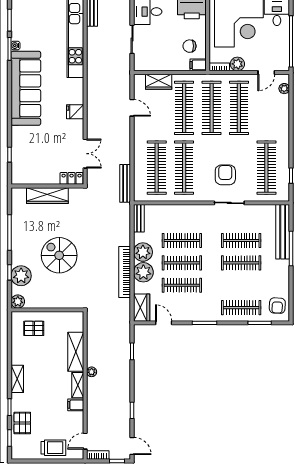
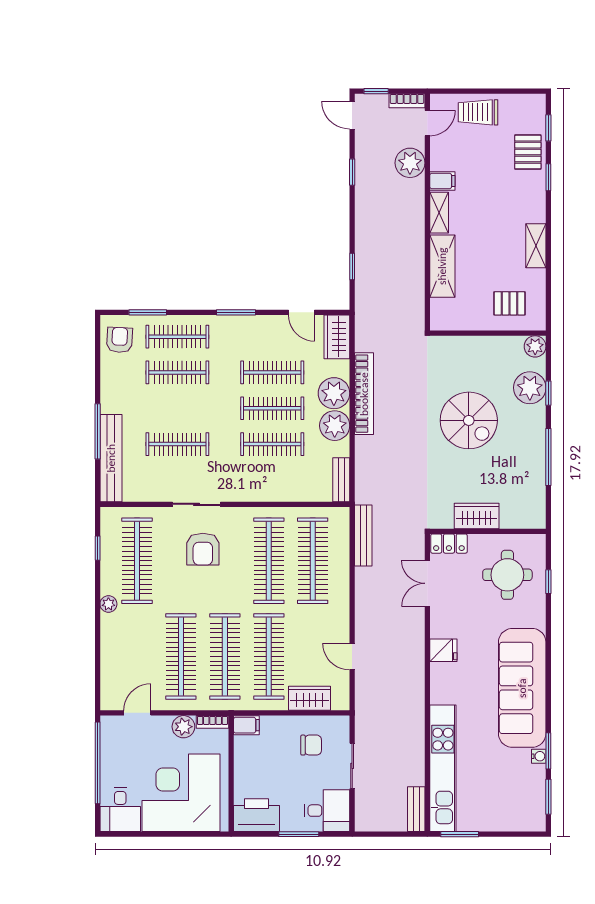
chair: (189, 46) -> (311, 745), moved
plant: (284, 89) -> (108, 604), moved
round table: (35, 159) -> (507, 575), added
wardrobe: (47, 196) -> (477, 516), width x0.67
clothes rail: (241, 263) -> (177, 372), moved
plant: (92, 372) -> (410, 163), moved, width x1.88, depth x1.88
shelving: (17, 379) -> (536, 246), moved

